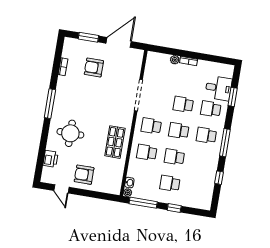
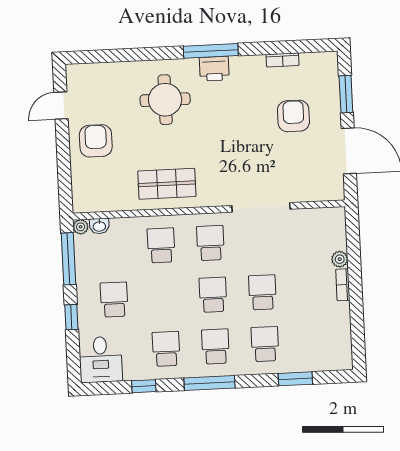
desk: (218, 88) -> (101, 360), moved
school desk: (174, 157) -> (166, 349), moved
printer: (50, 159) -> (214, 69), moved

